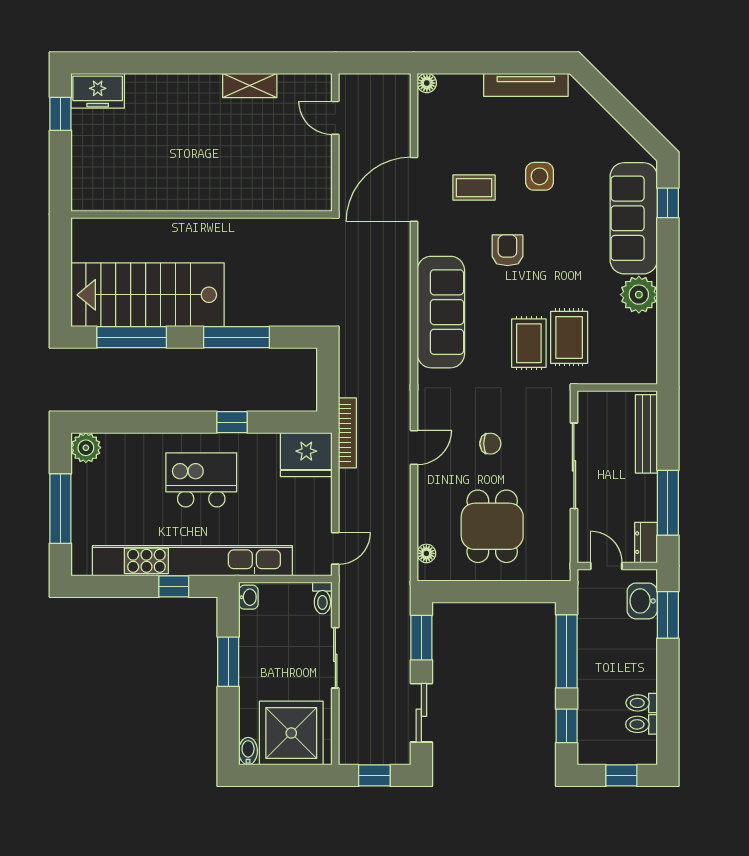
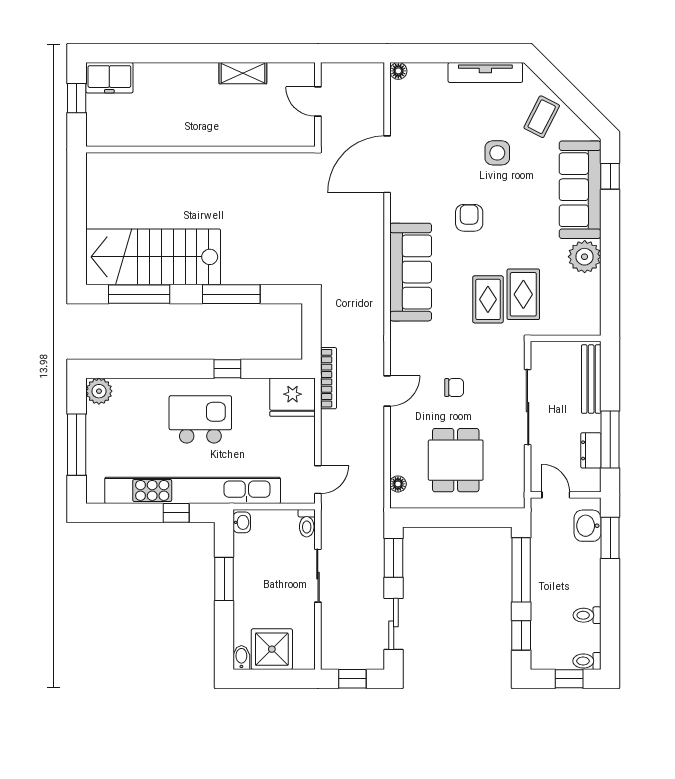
coffee table: (474, 188) -> (542, 117), moved, turned -63
wall: (201, 214) -> (201, 150), moved
dresser: (646, 543) -> (591, 450), moved
toilet: (642, 724) -> (587, 661), moved
shower: (291, 733) -> (272, 649), width x0.73, depth x0.73

